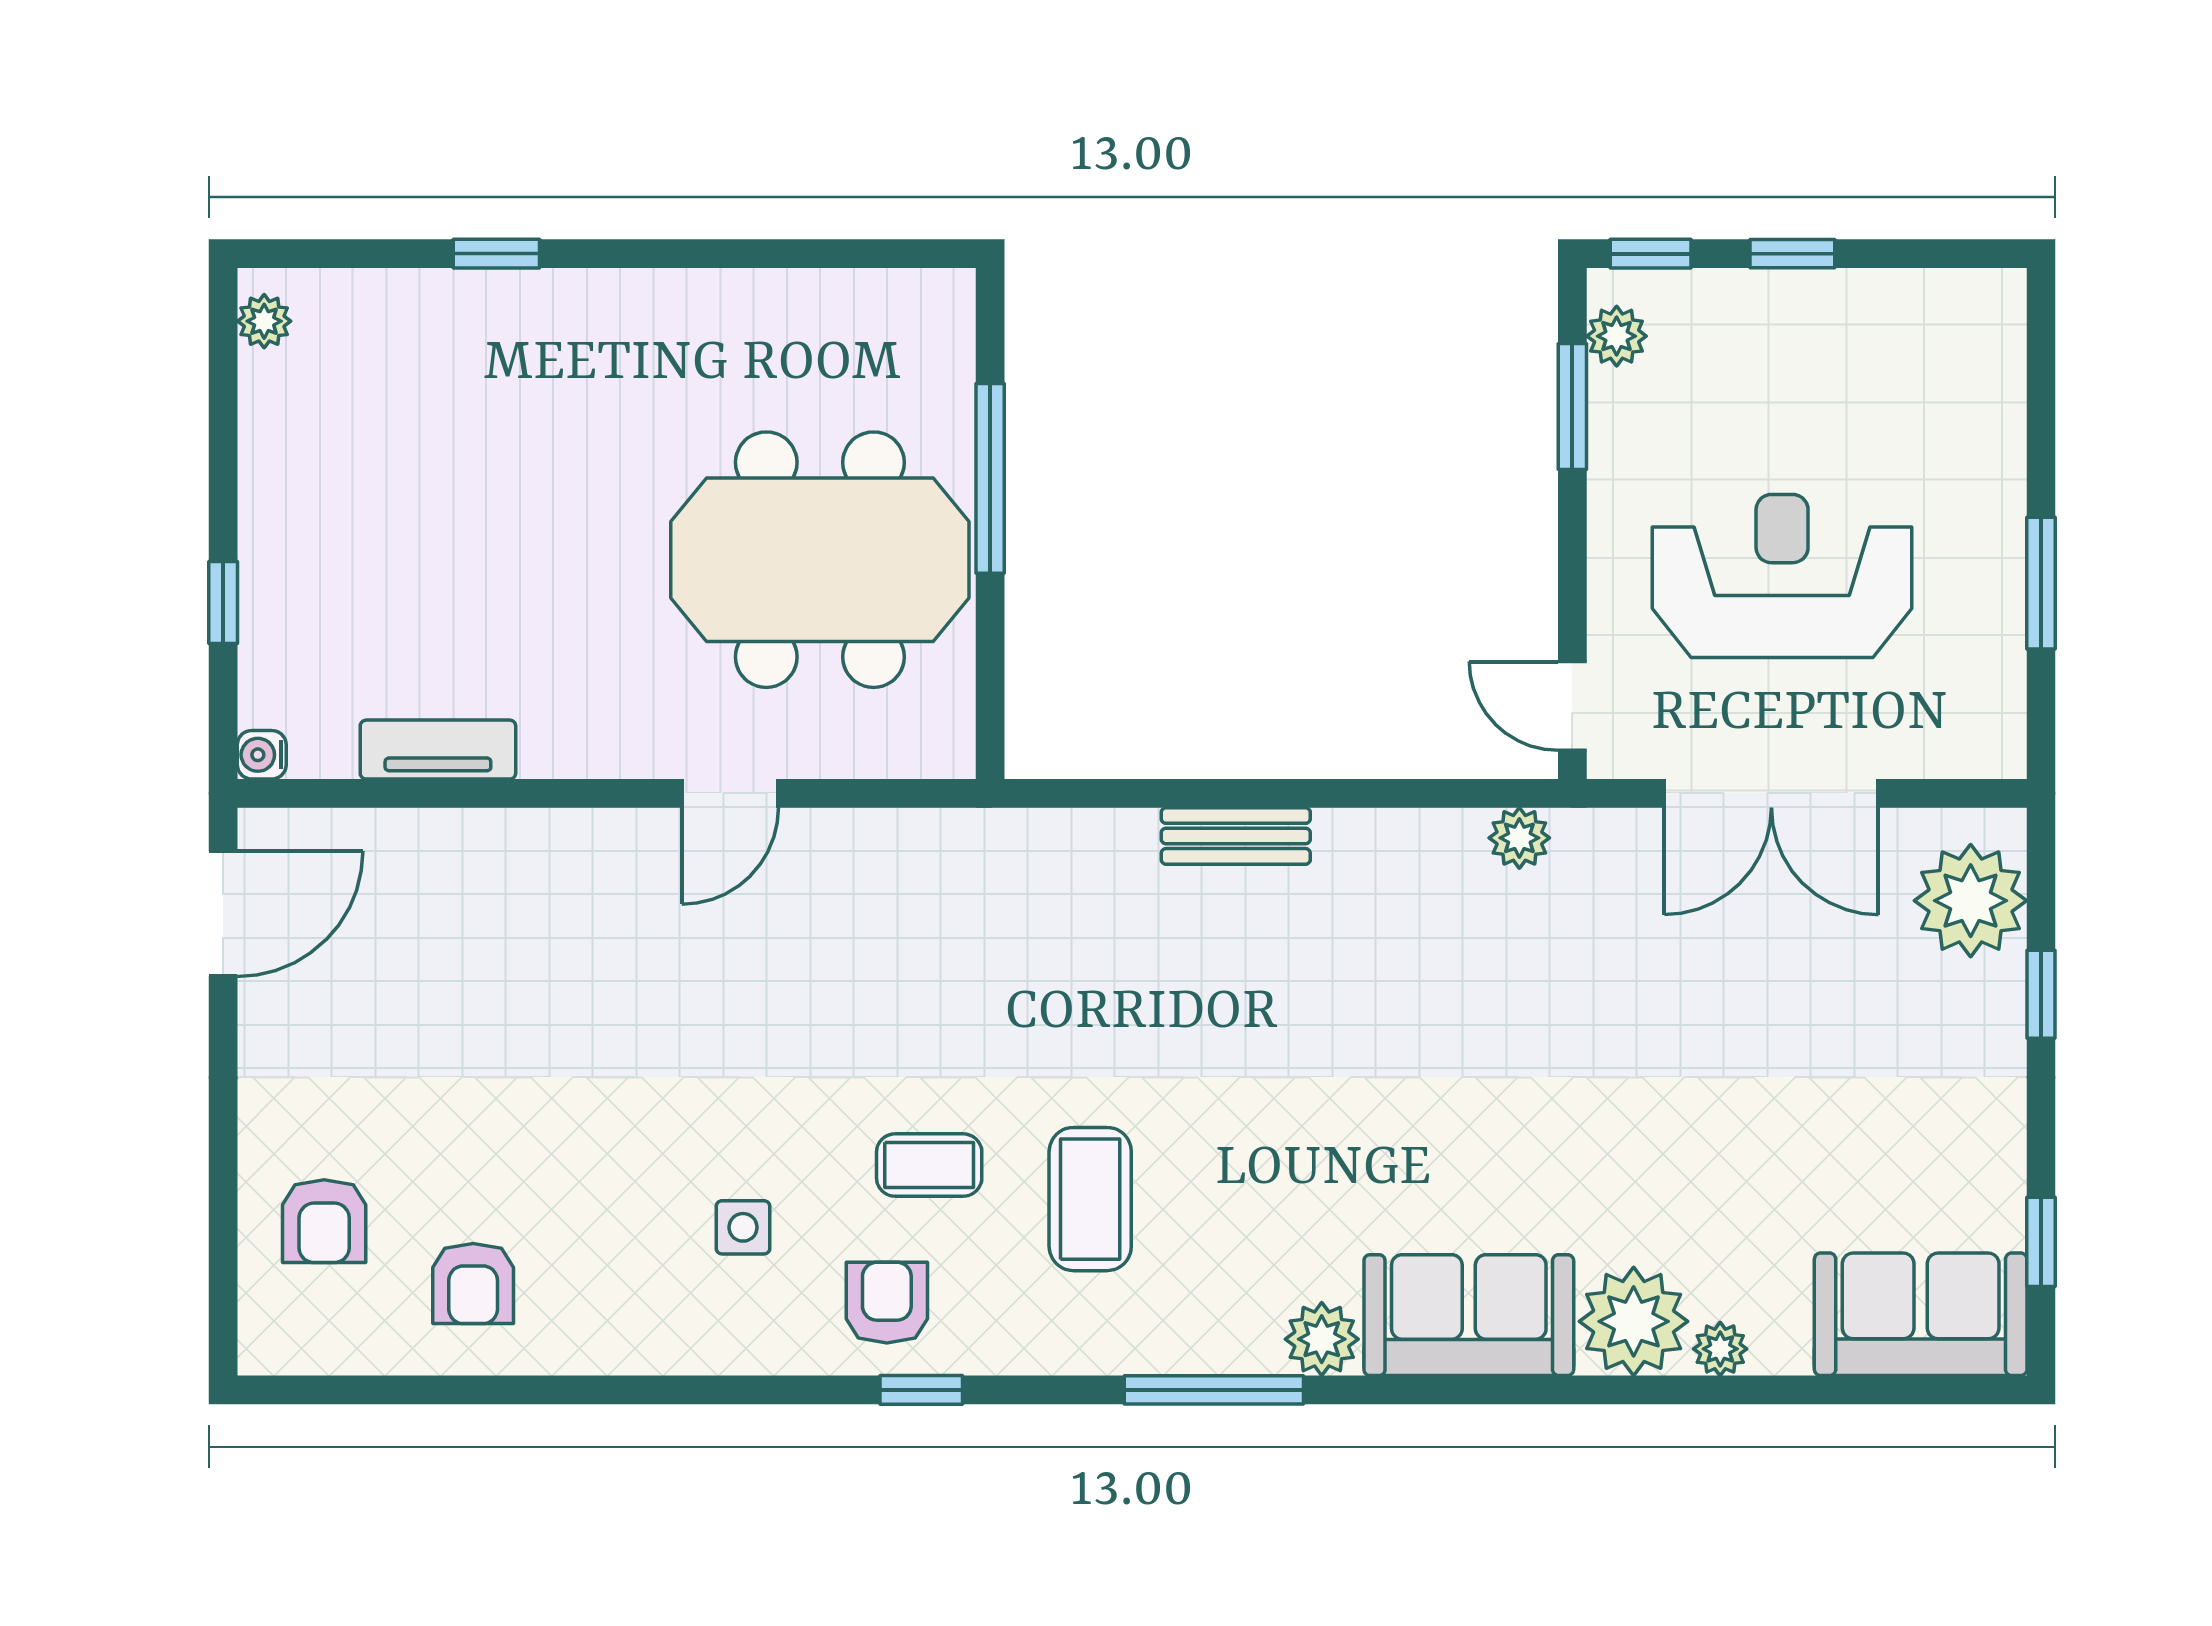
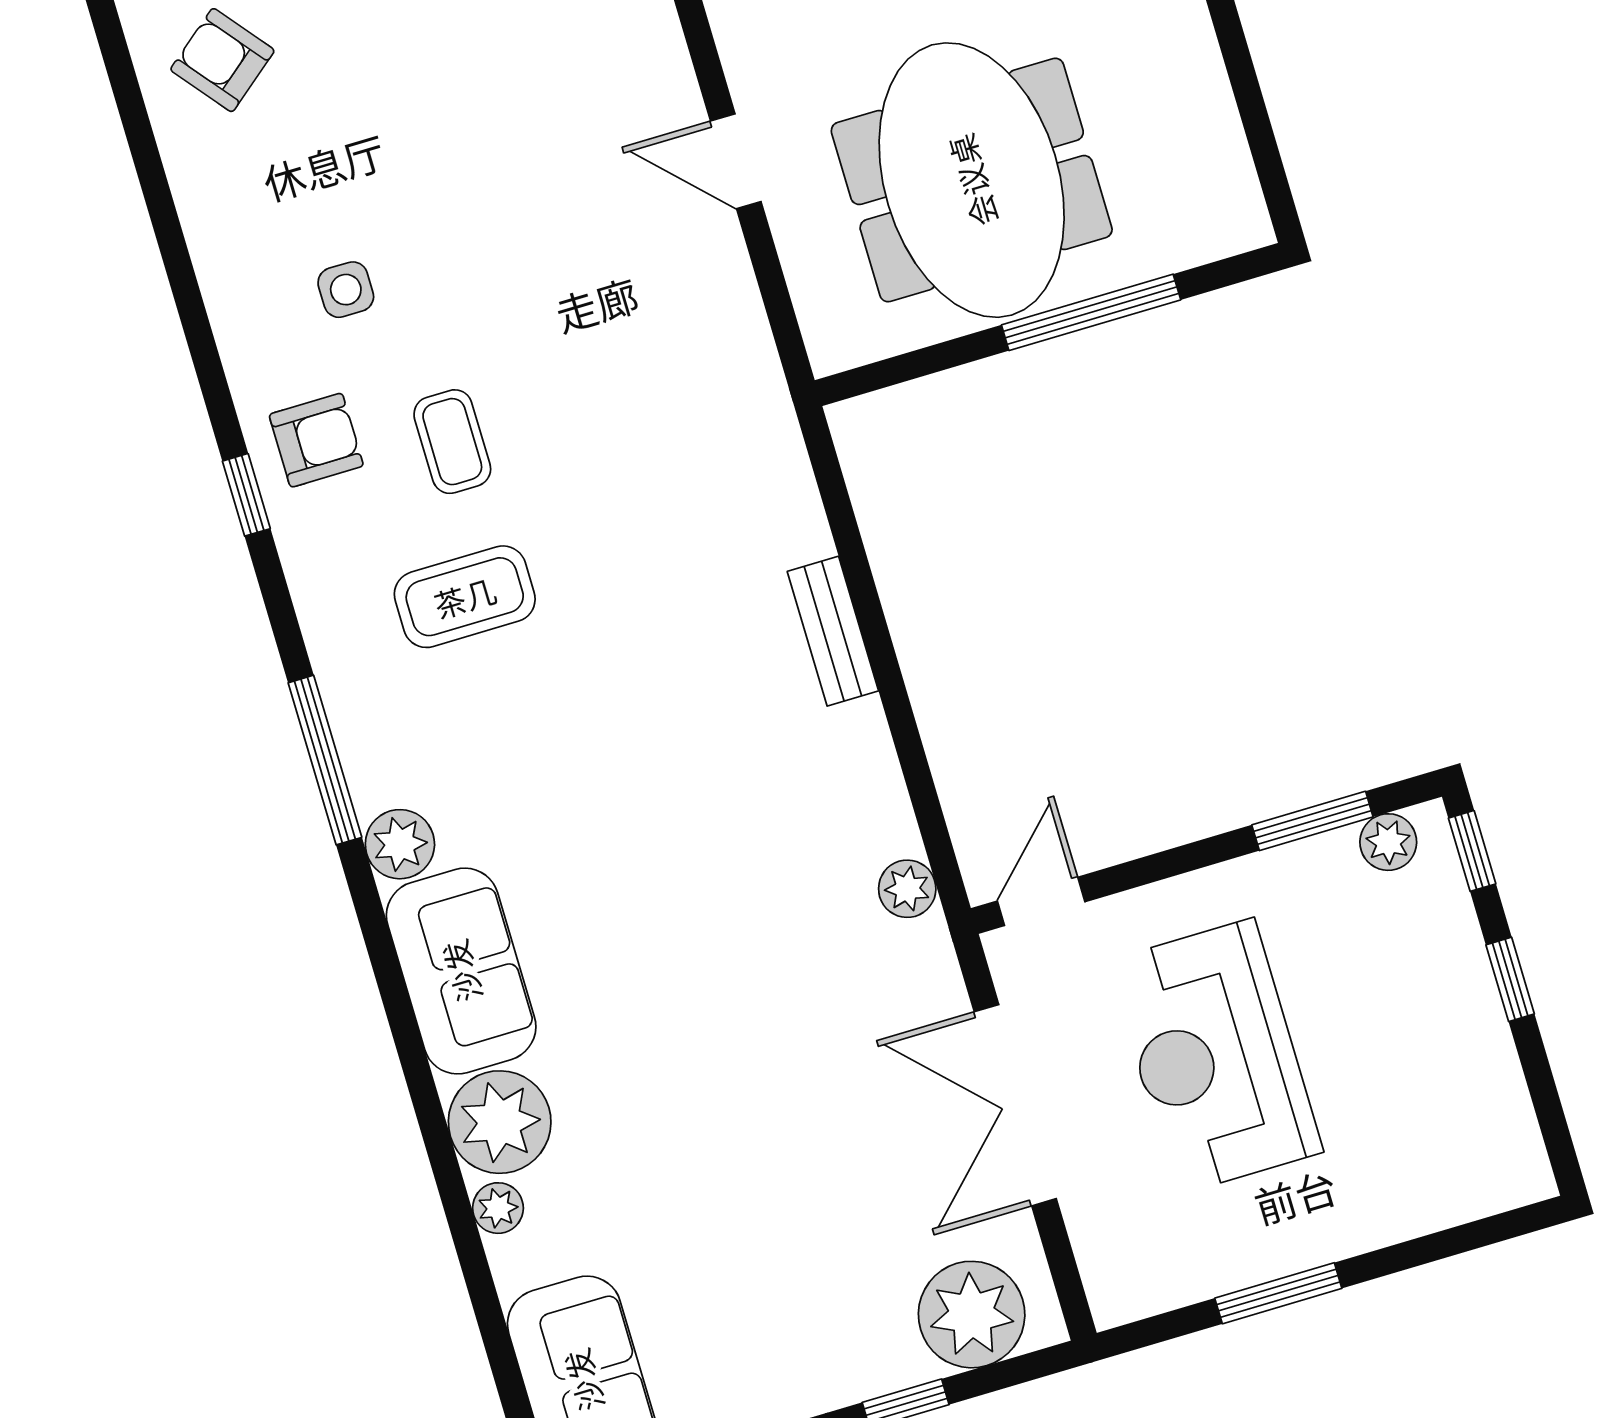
reception desk: (1782, 576) -> (1215, 1056), turned 180
armchair: (473, 1284) -> (222, 60), turned 51

